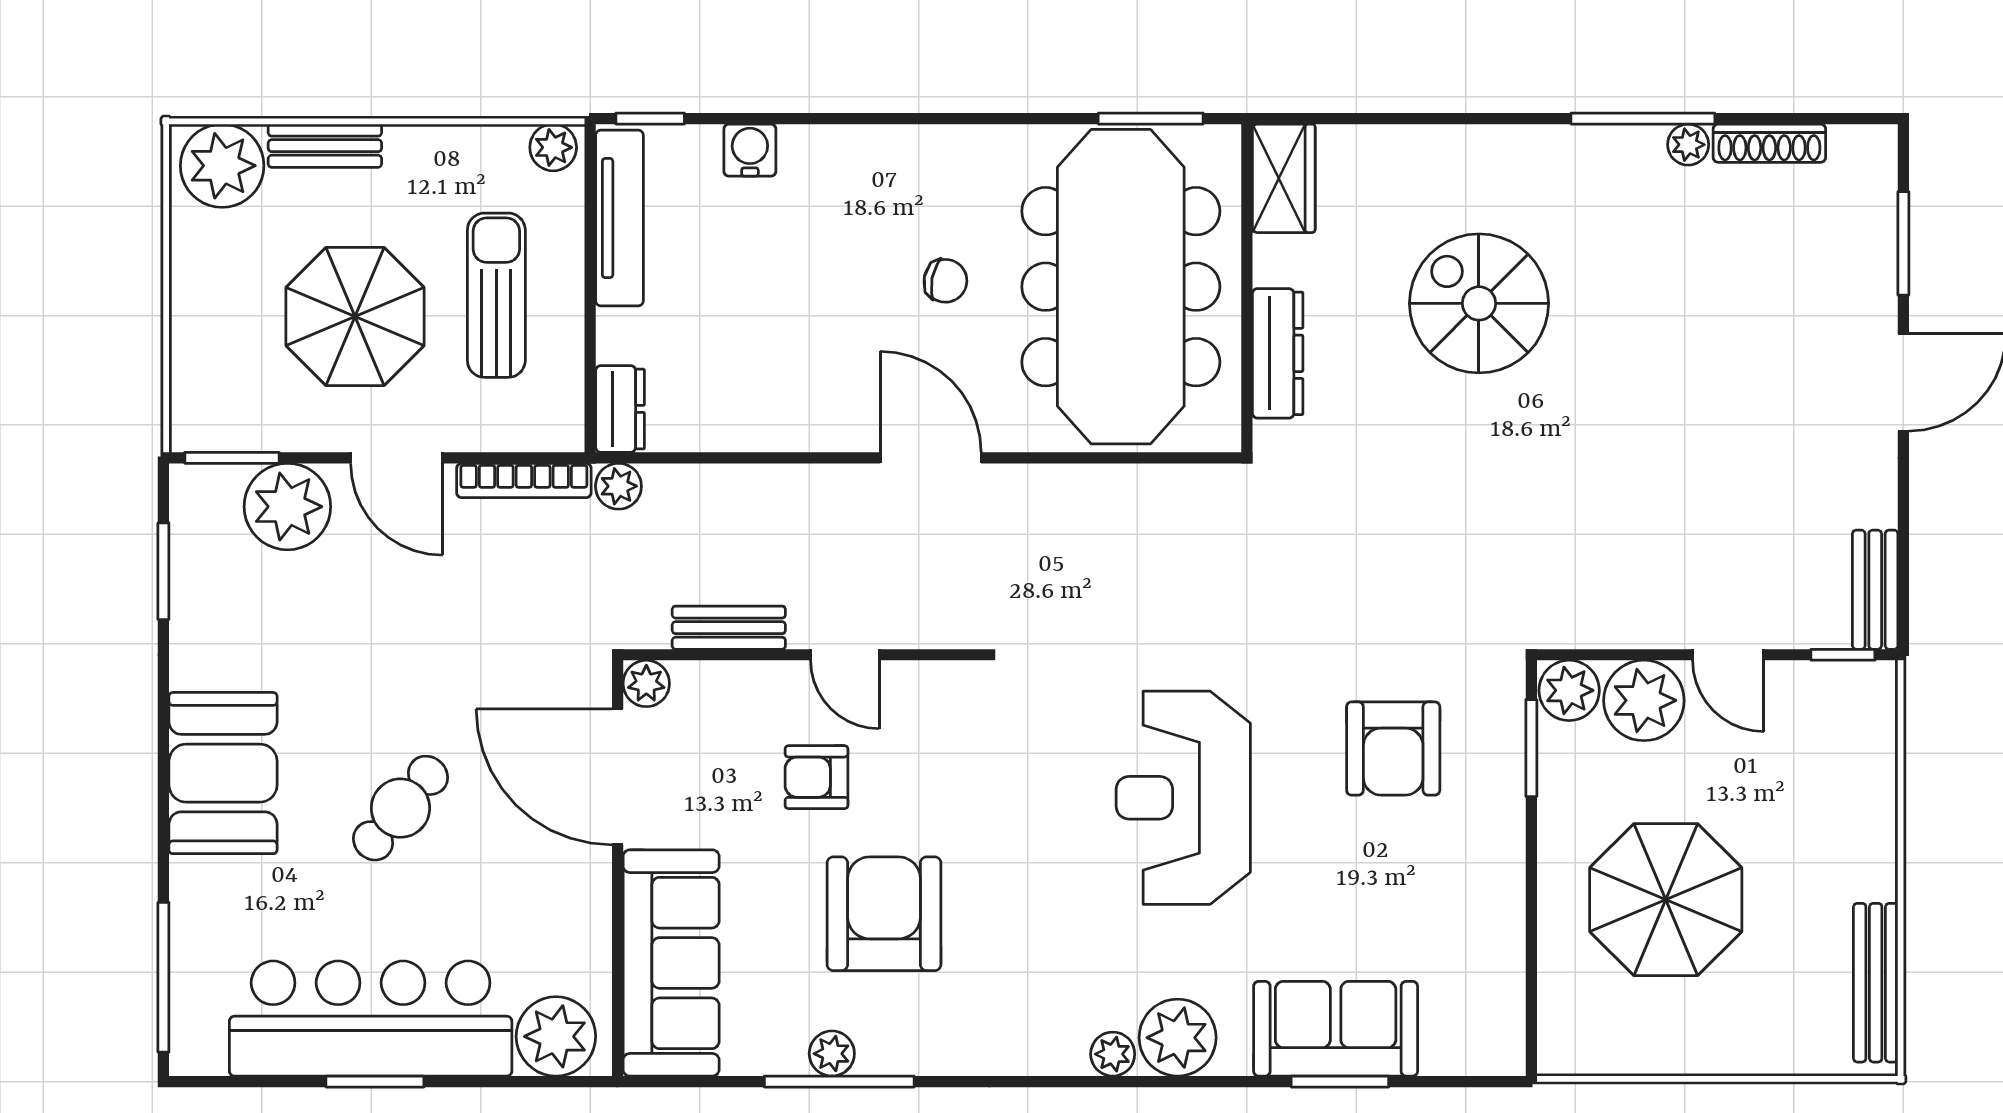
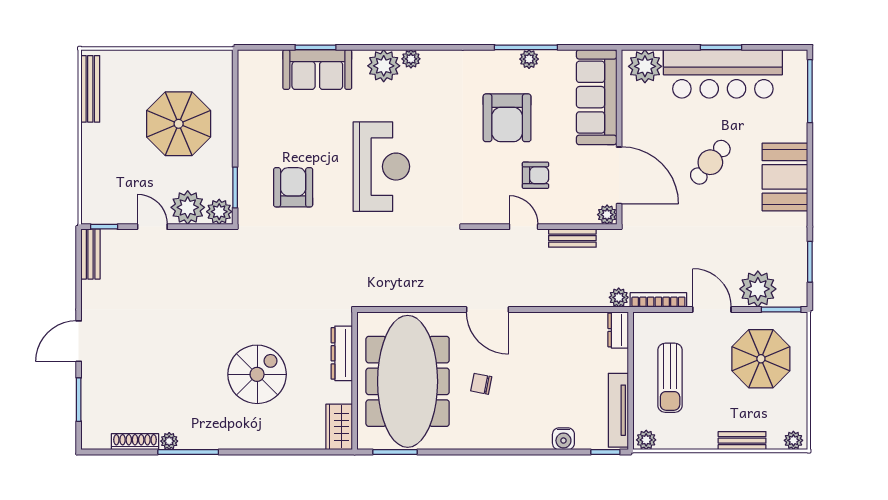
plant: (222, 166) -> (793, 440), width x0.53, depth x0.53
spiral stairs: (1479, 303) -> (257, 374), turned -90
parasol: (355, 316) -> (761, 359), moved

